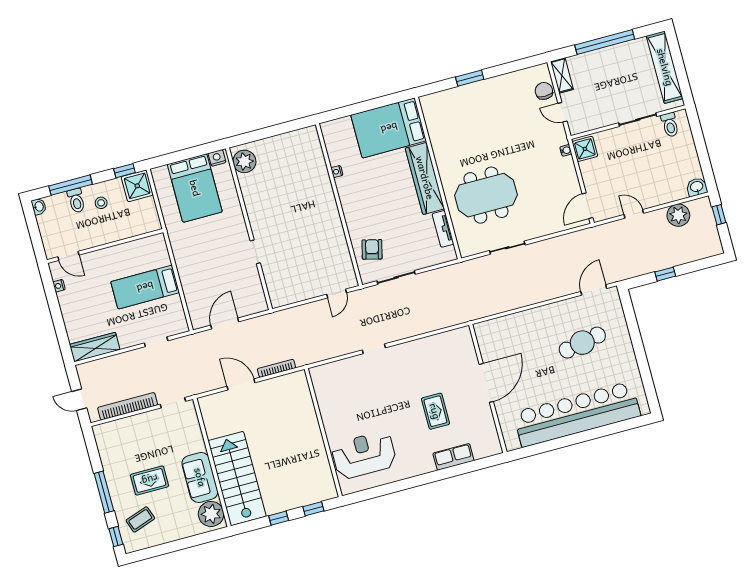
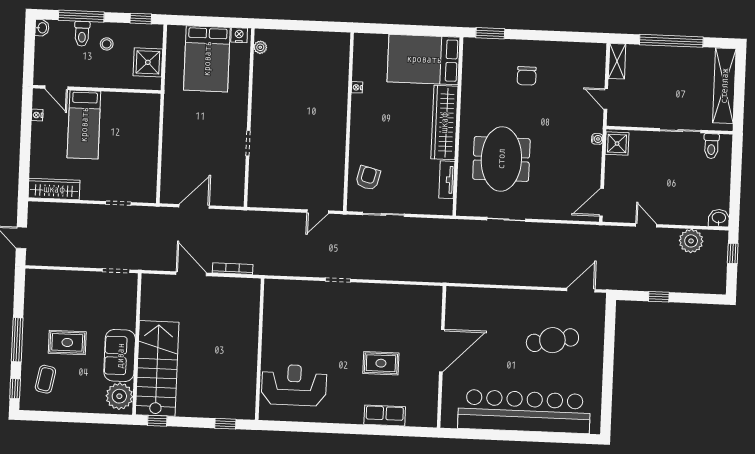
window: (470, 78) -> (490, 33), moved
chair: (544, 91) -> (527, 76), moved, turned 180
plant: (244, 161) -> (260, 47), width x0.53, depth x0.53
shower: (137, 186) -> (148, 62), moved
meeting table: (486, 195) -> (501, 159), turned 90
bed: (145, 287) -> (84, 125), moved, turned -90
bookcase: (128, 406) -> (69, 260), removed
rug: (435, 411) -> (381, 363), turned 90
window: (279, 518) -> (157, 421), moved
coffee table: (140, 519) -> (45, 379), turned -60

